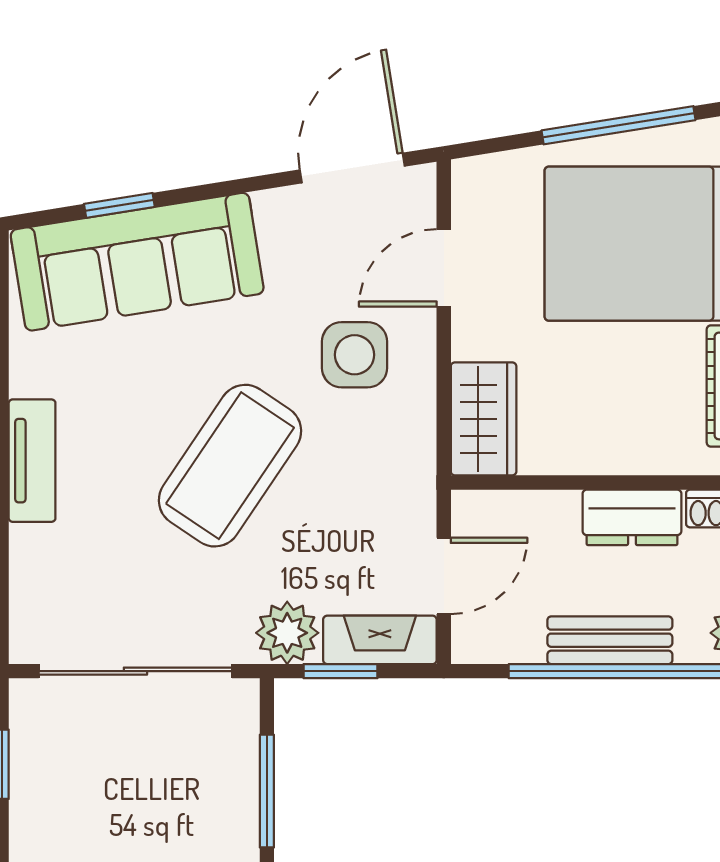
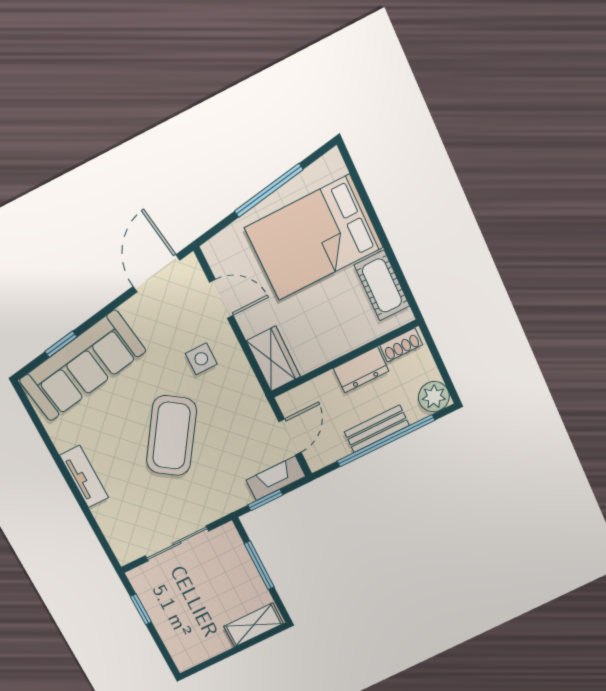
door: (444, 268) -> (221, 299), swing flipped
side table: (355, 355) -> (201, 359), width x0.73, depth x0.73
plant: (287, 633) -> (234, 495), removed
sliding door: (135, 671) -> (177, 543), width x0.73

